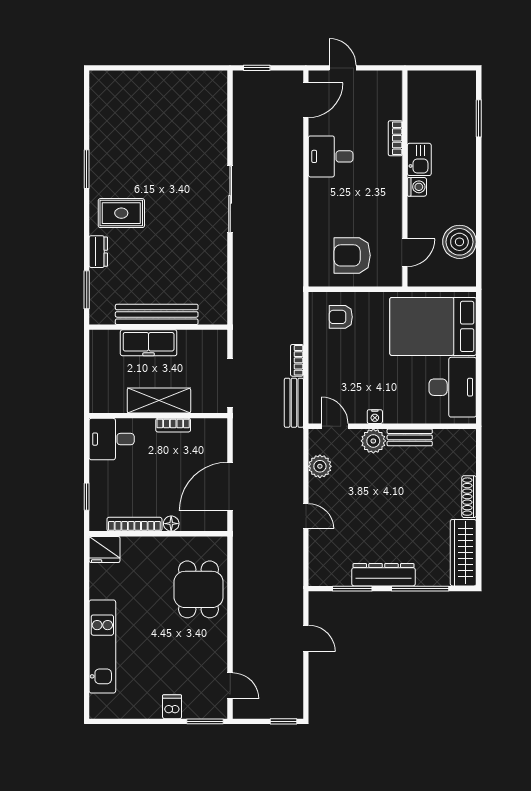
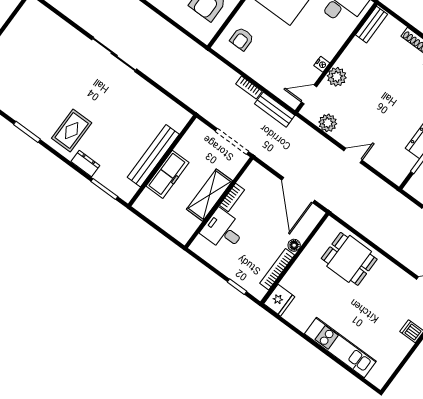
bench: (410, 437) -> (372, 25), moved
desk: (112, 439) -> (223, 230), moved, turned 90

